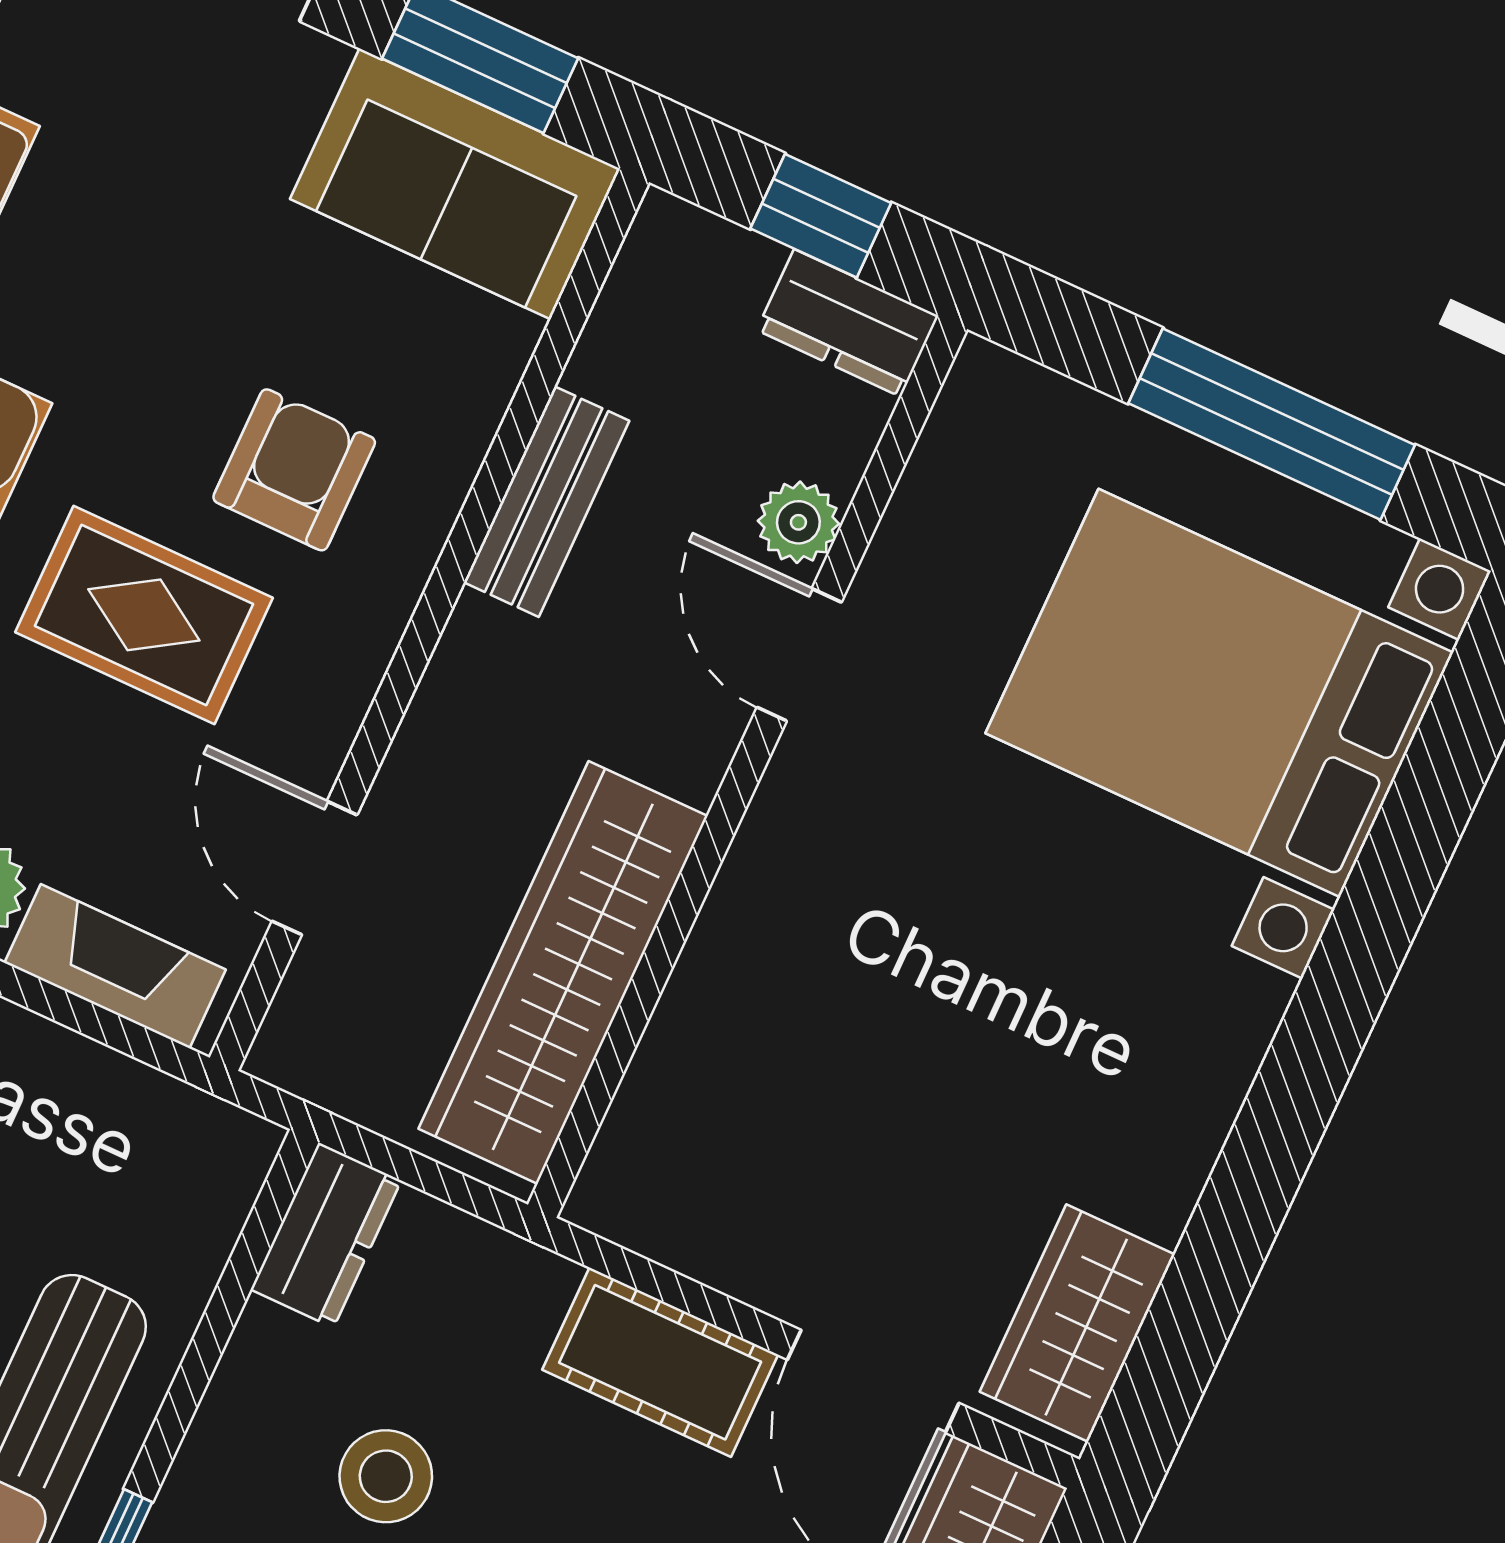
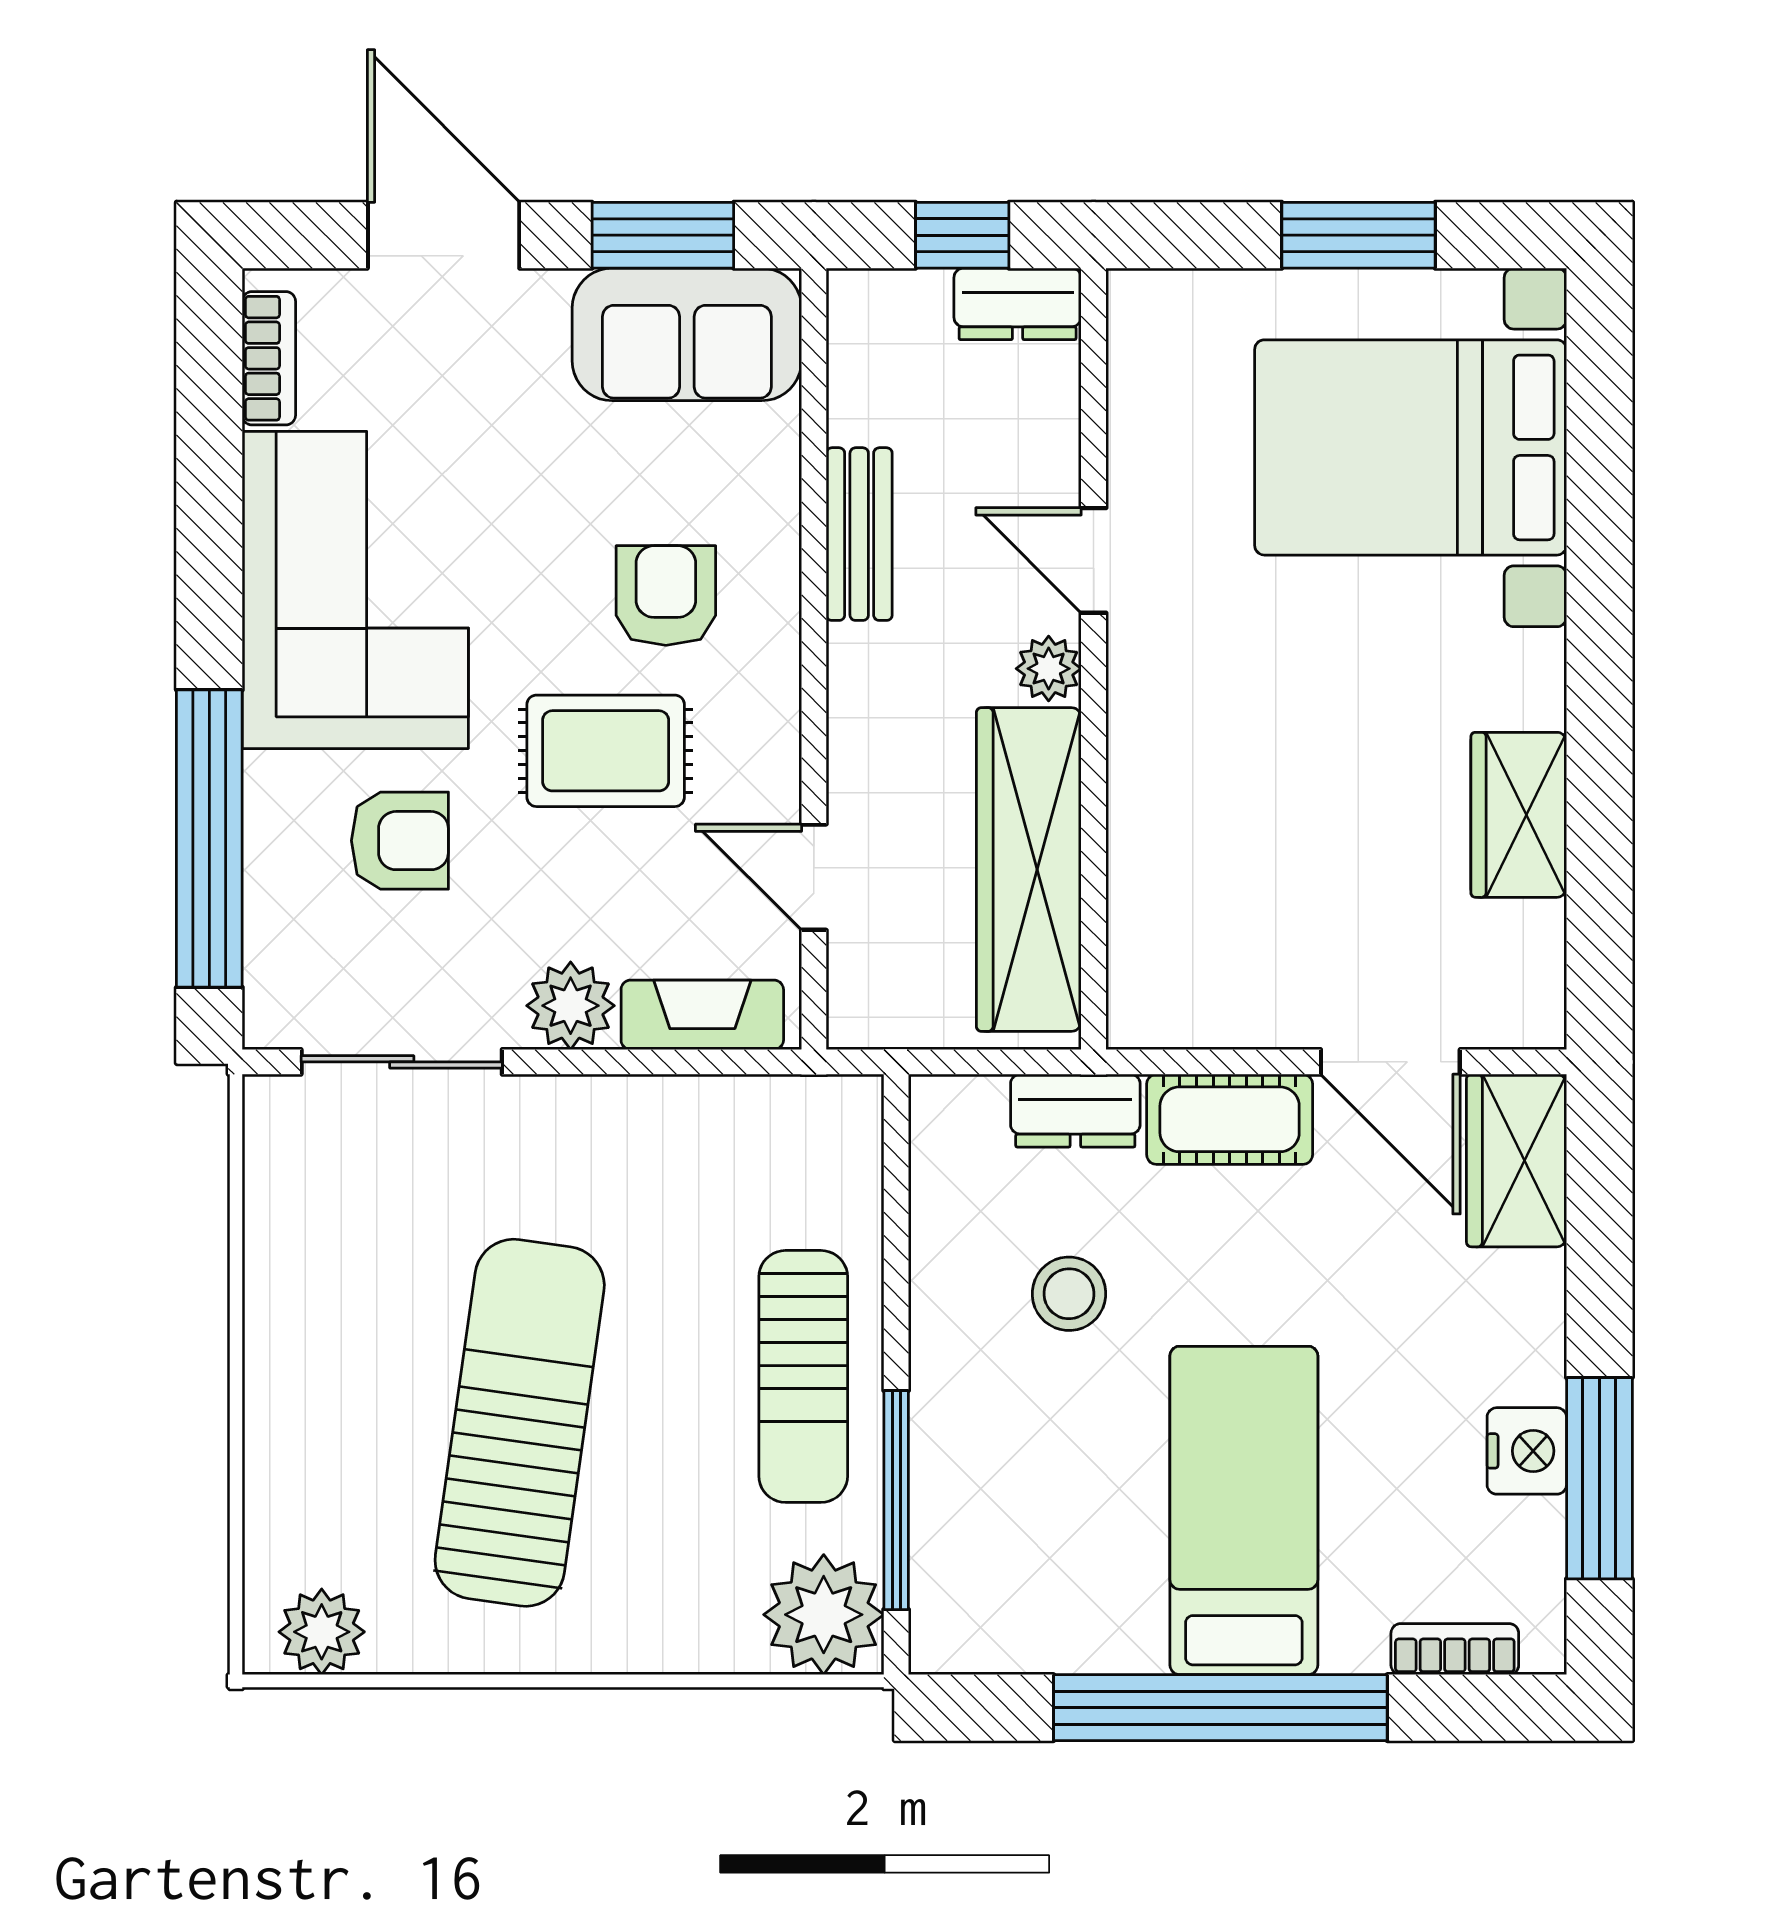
window: (1272, 424) -> (1359, 235), width x0.69
plant: (798, 522) -> (1049, 669), moved
dresser: (326, 1235) -> (1075, 1111), moved, turned 90
wardrobe: (1077, 1323) -> (1519, 815), moved

